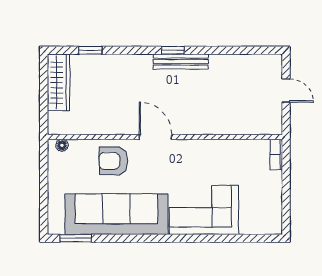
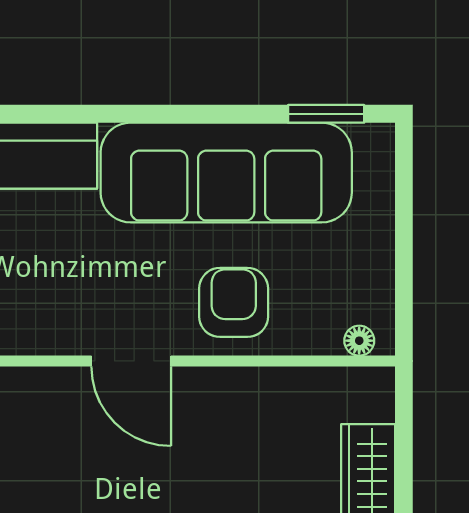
armchair: (113, 161) -> (234, 302), turned -90

